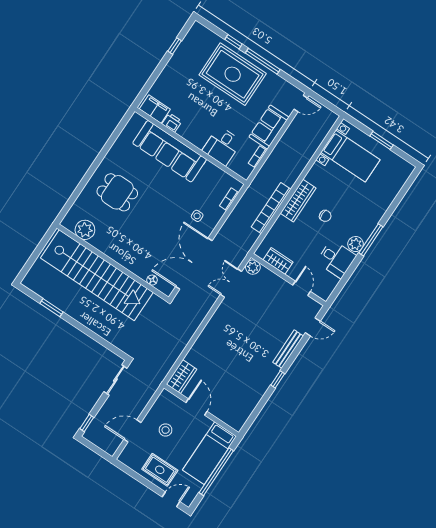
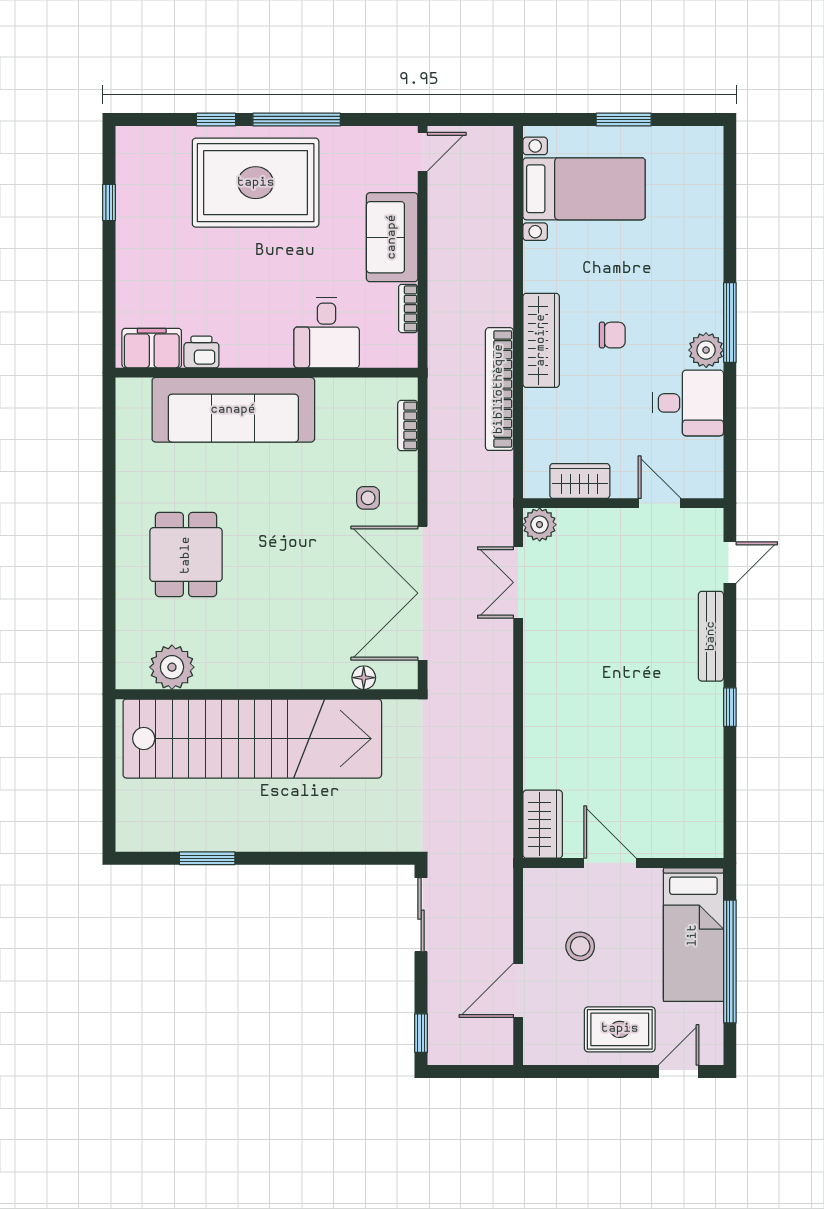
dining table: (117, 192) -> (186, 555), turned 90

